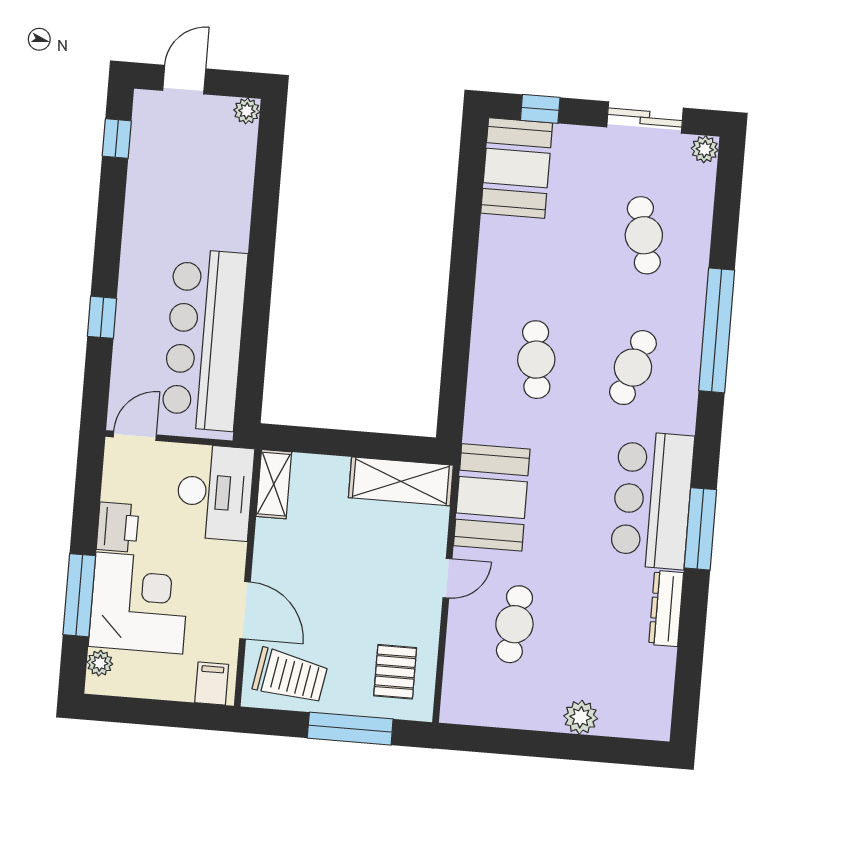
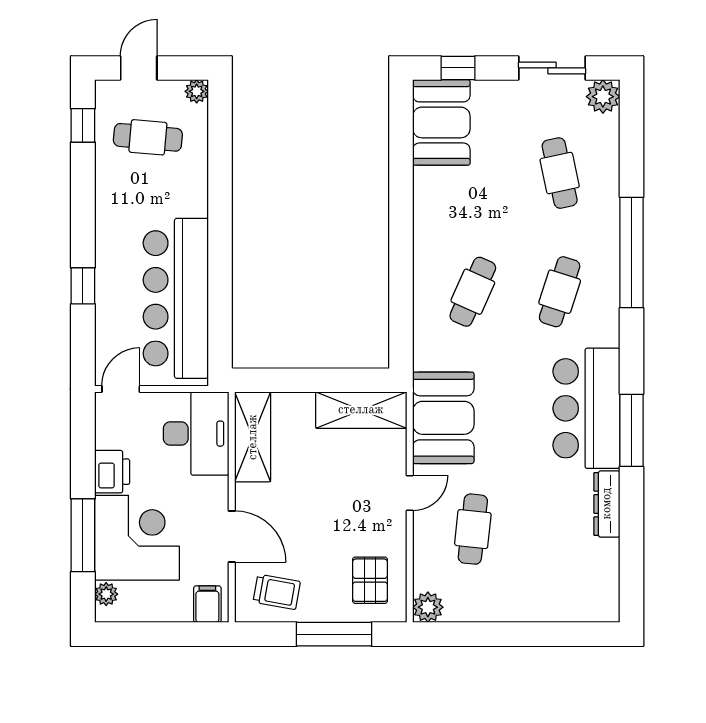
plant: (705, 149) -> (603, 97), width x1.38, depth x1.38
cafe table: (188, 158) -> (148, 137), added
cafe table: (536, 360) -> (473, 292), turned 30
shelving: (274, 484) -> (253, 437), width x1.50, depth x1.33
trolley: (290, 676) -> (277, 592), width x0.73, depth x0.72
plant: (581, 717) -> (428, 607), moved

